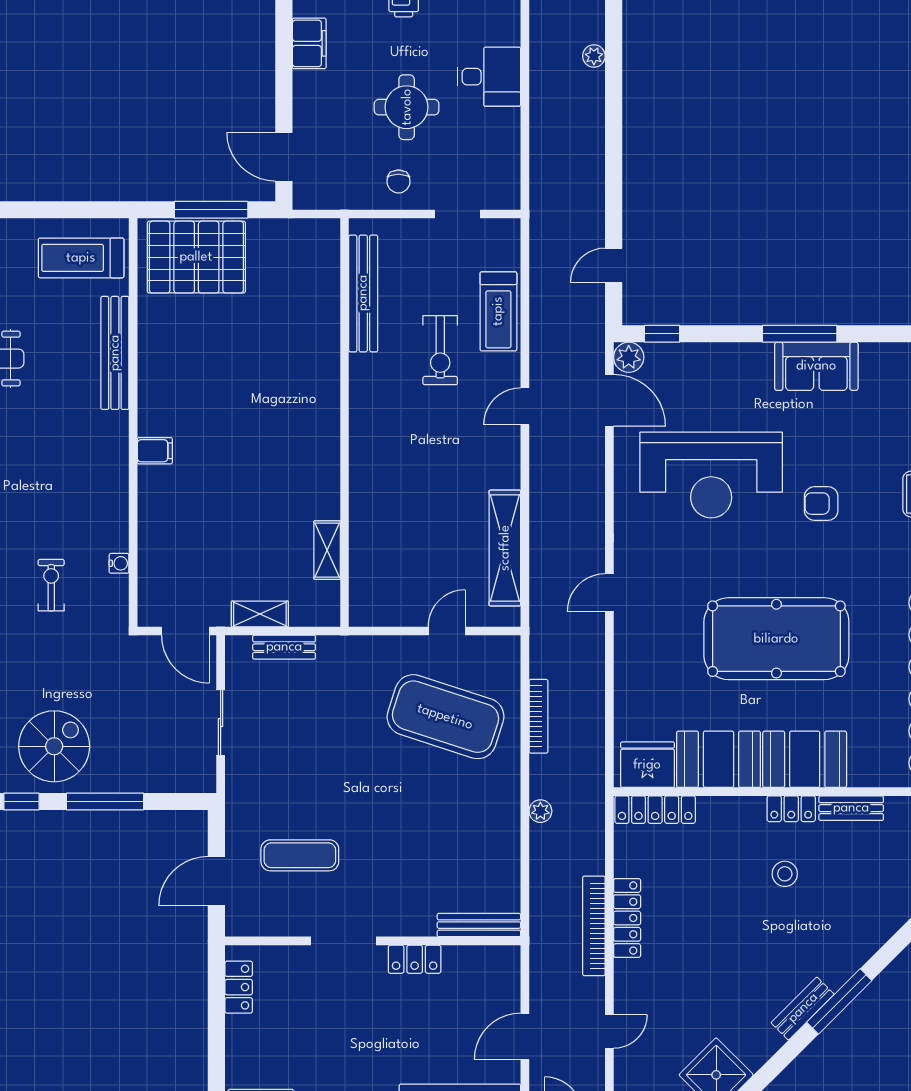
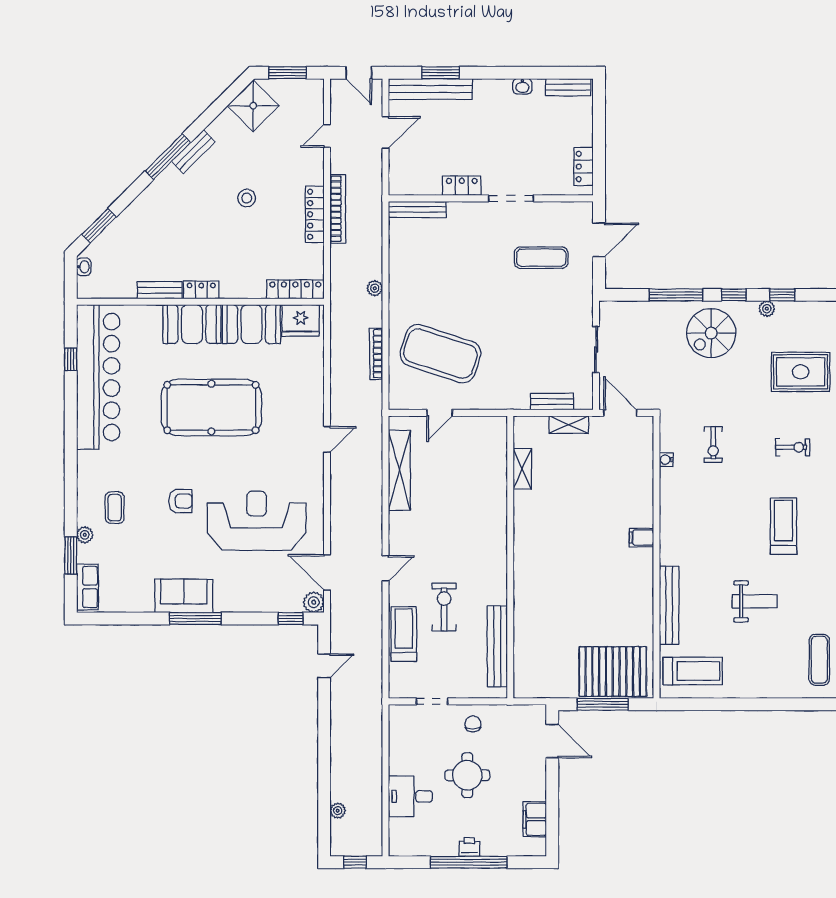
stool: (785, 874) -> (247, 198), moved

